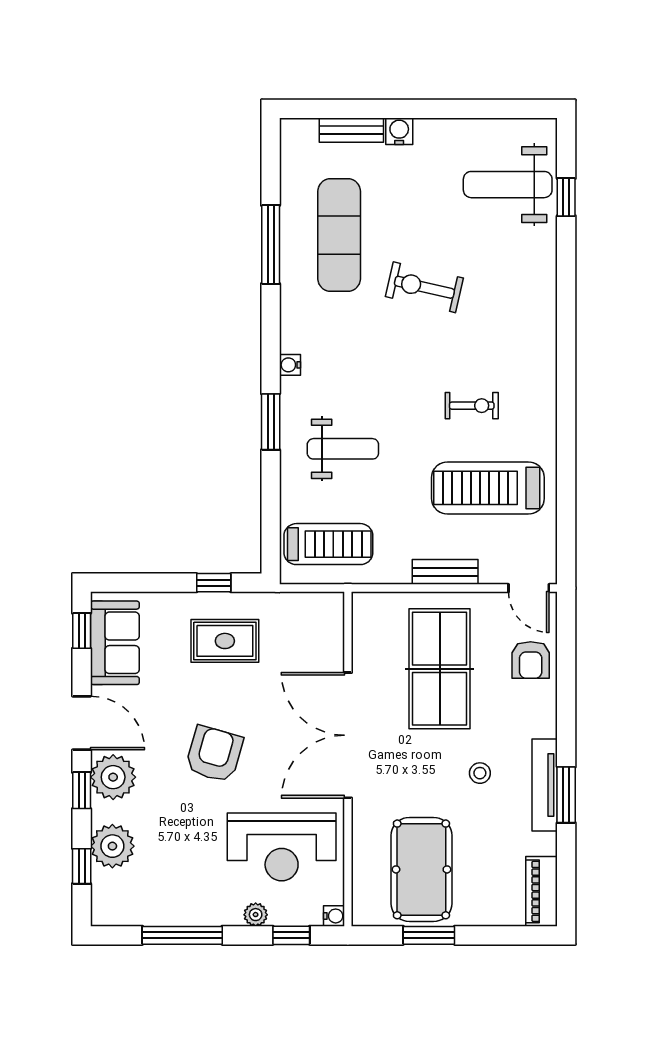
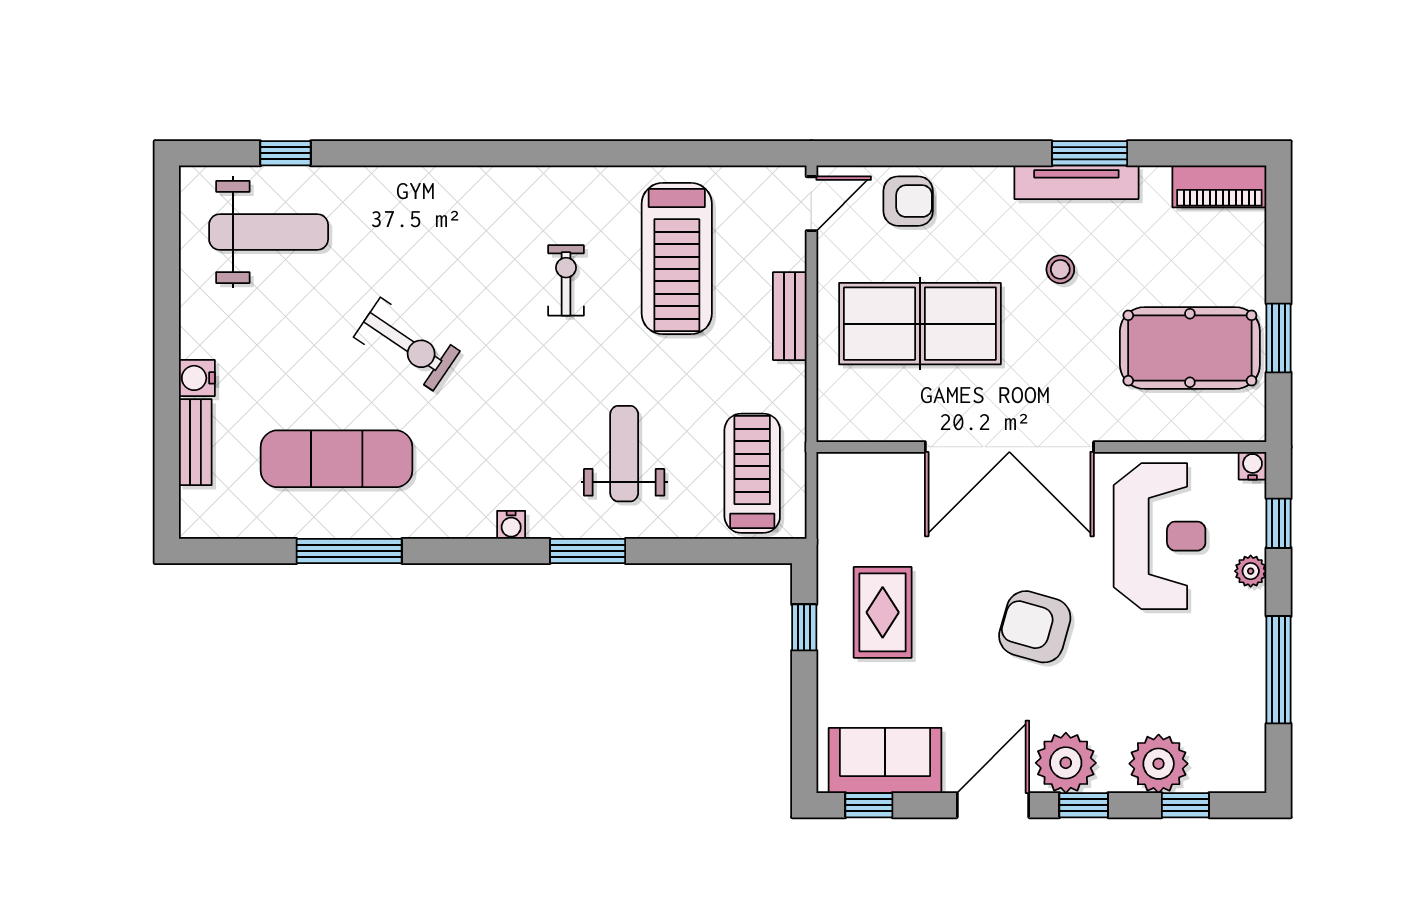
weight bench: (508, 185) -> (269, 232), turned -90
exercise bike: (424, 287) -> (407, 344), turned -69

